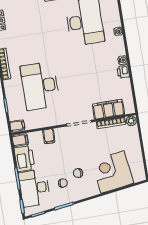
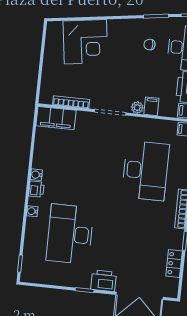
printer: (123, 72) -> (36, 189), moved
filing cabinet: (108, 109) -> (56, 118), moved
plant: (131, 121) -> (137, 108), moved
chair: (78, 173) -> (128, 52), removed

